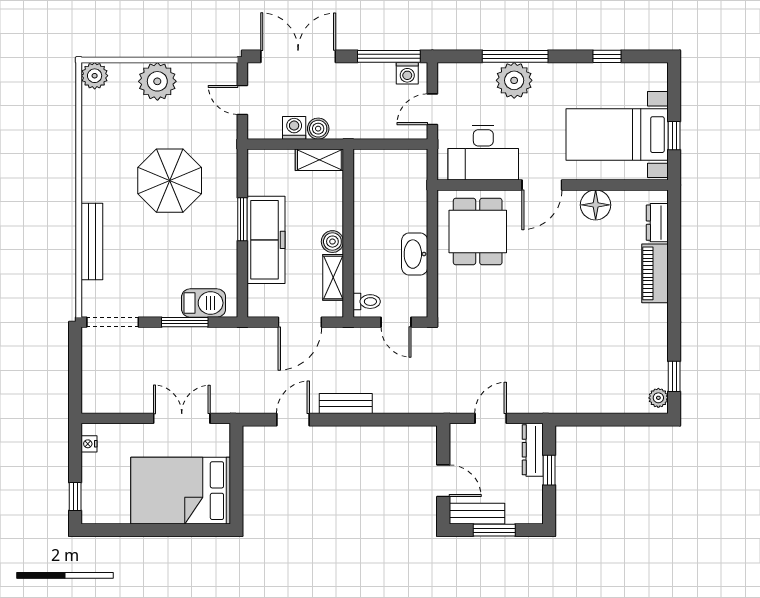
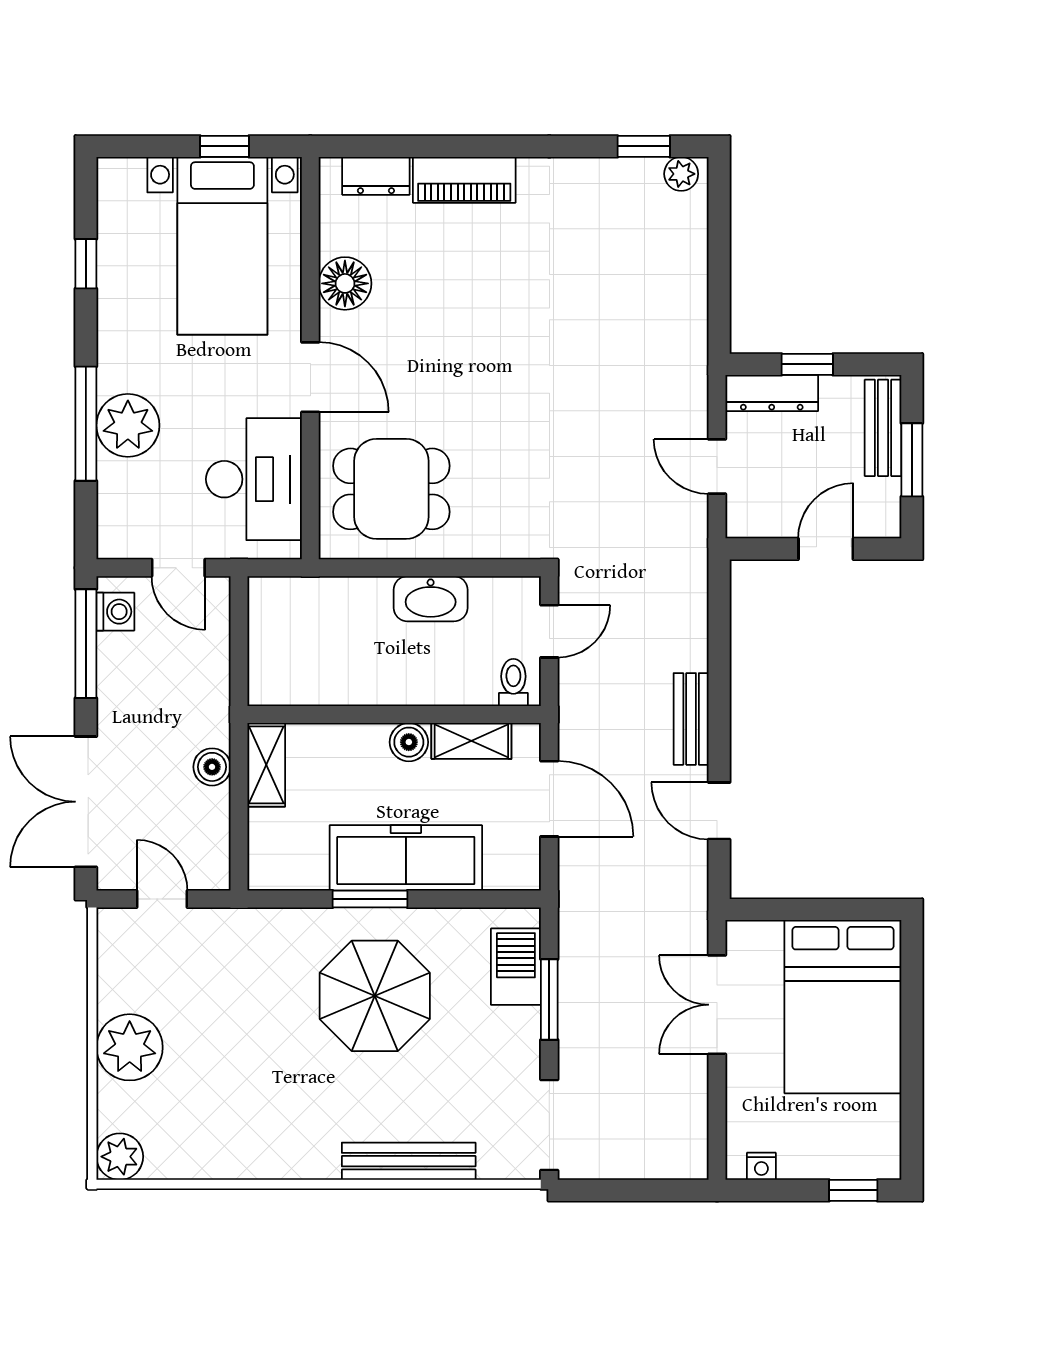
door: (242, 100) -> (162, 899), swing flipped
washing machine: (294, 128) -> (211, 809), removed
parasol: (170, 181) -> (375, 996), moved
bench: (477, 514) -> (883, 428), moved

